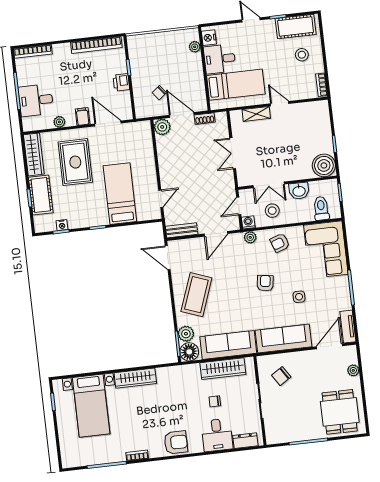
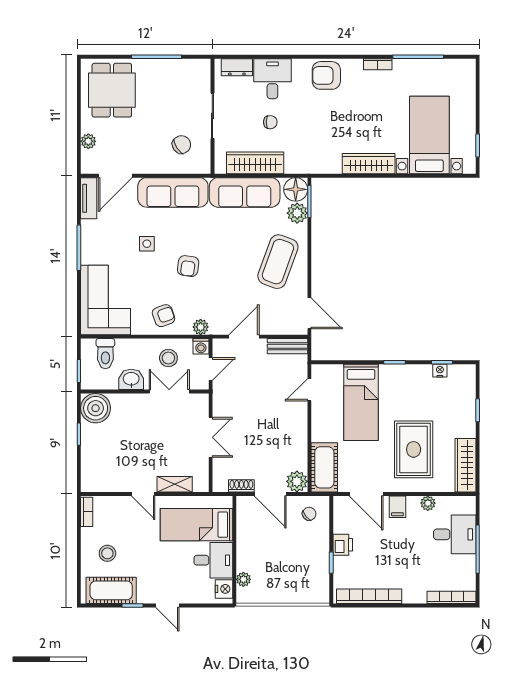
chair: (159, 93) -> (309, 514), moved
cot: (41, 195) -> (324, 467), moved

